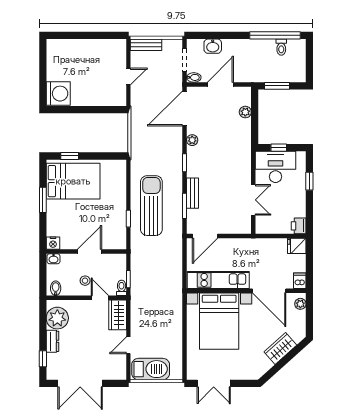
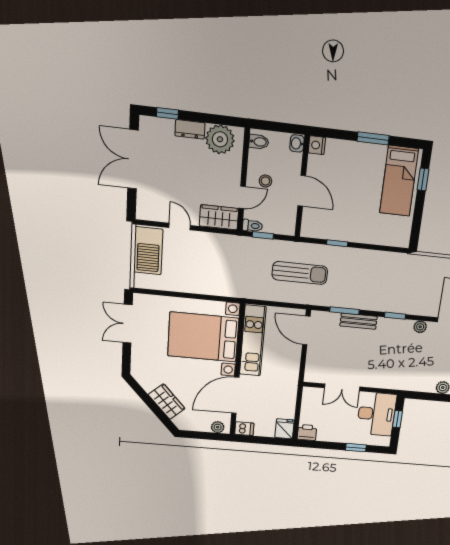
bed: (73, 181) -> (399, 181), width x0.67
sun lounger: (151, 206) -> (300, 273), moved, width x0.73, depth x0.75

